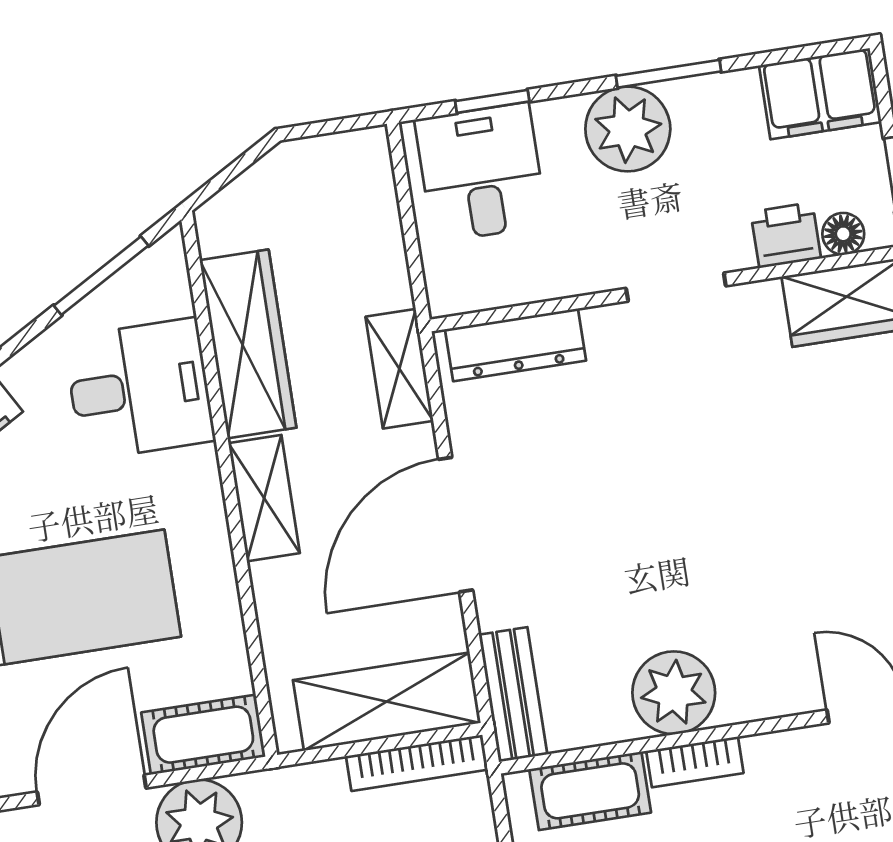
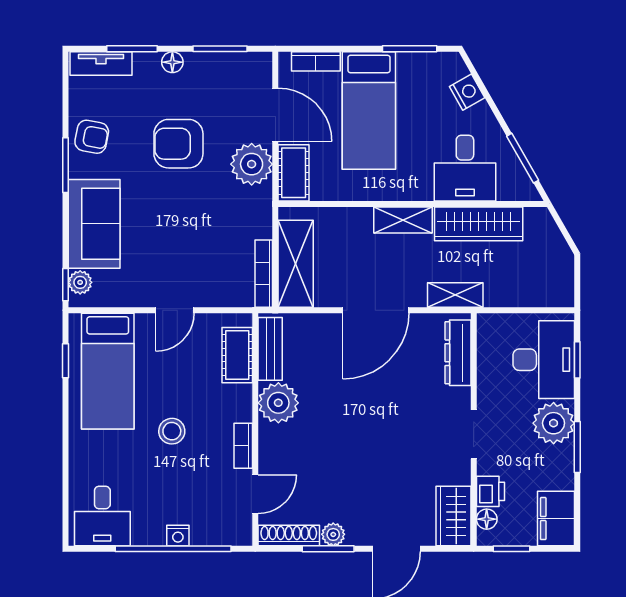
desk: (481, 172) -> (544, 360), width x1.37
door: (456, 525) -> (376, 310), swing flipped
bench: (513, 694) -> (270, 349), moved, turned 90
bookcase: (695, 762) -> (243, 446), moved

